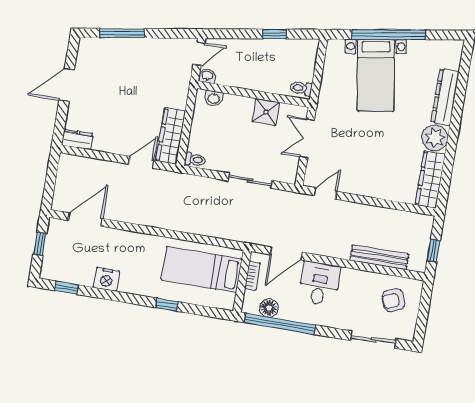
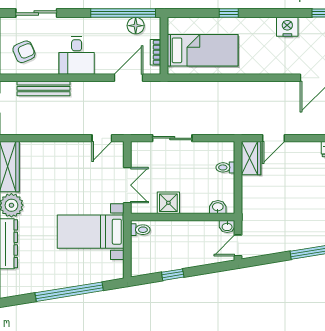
bed with nightstands: (376, 75) -> (91, 232), moved, turned -81
wardrobe: (171, 136) -> (251, 158), width x0.67
toilet: (195, 160) -> (225, 167), moved
desk: (319, 284) -> (77, 55), moved

